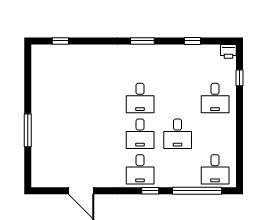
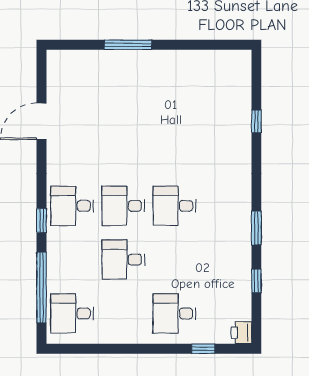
window: (60, 41) -> (256, 121), moved
window: (142, 41) -> (256, 228), moved

